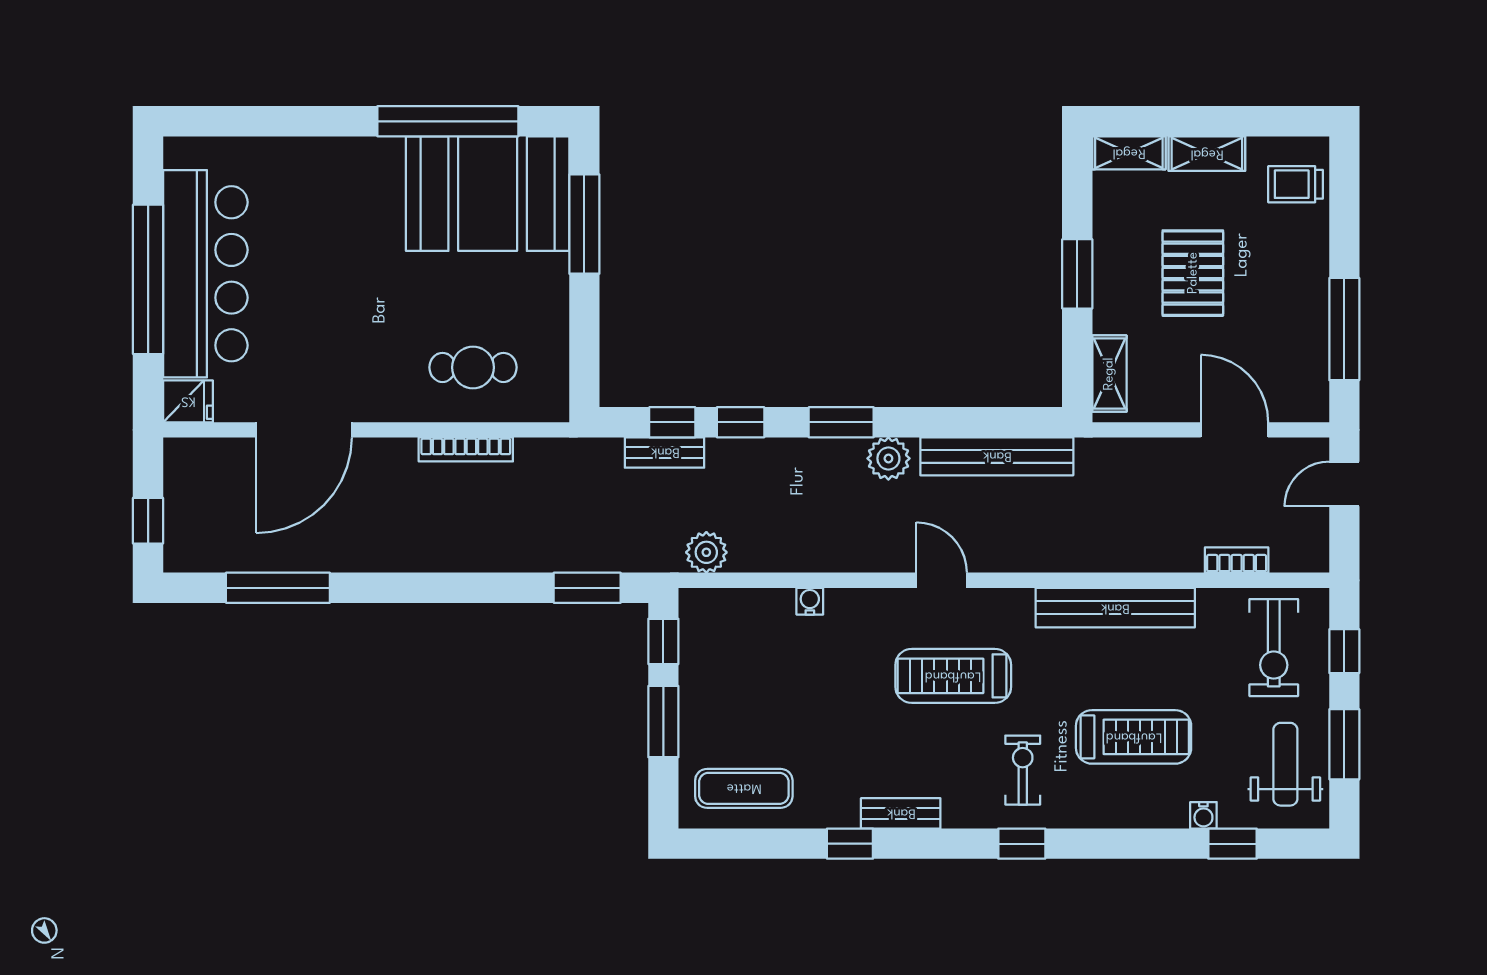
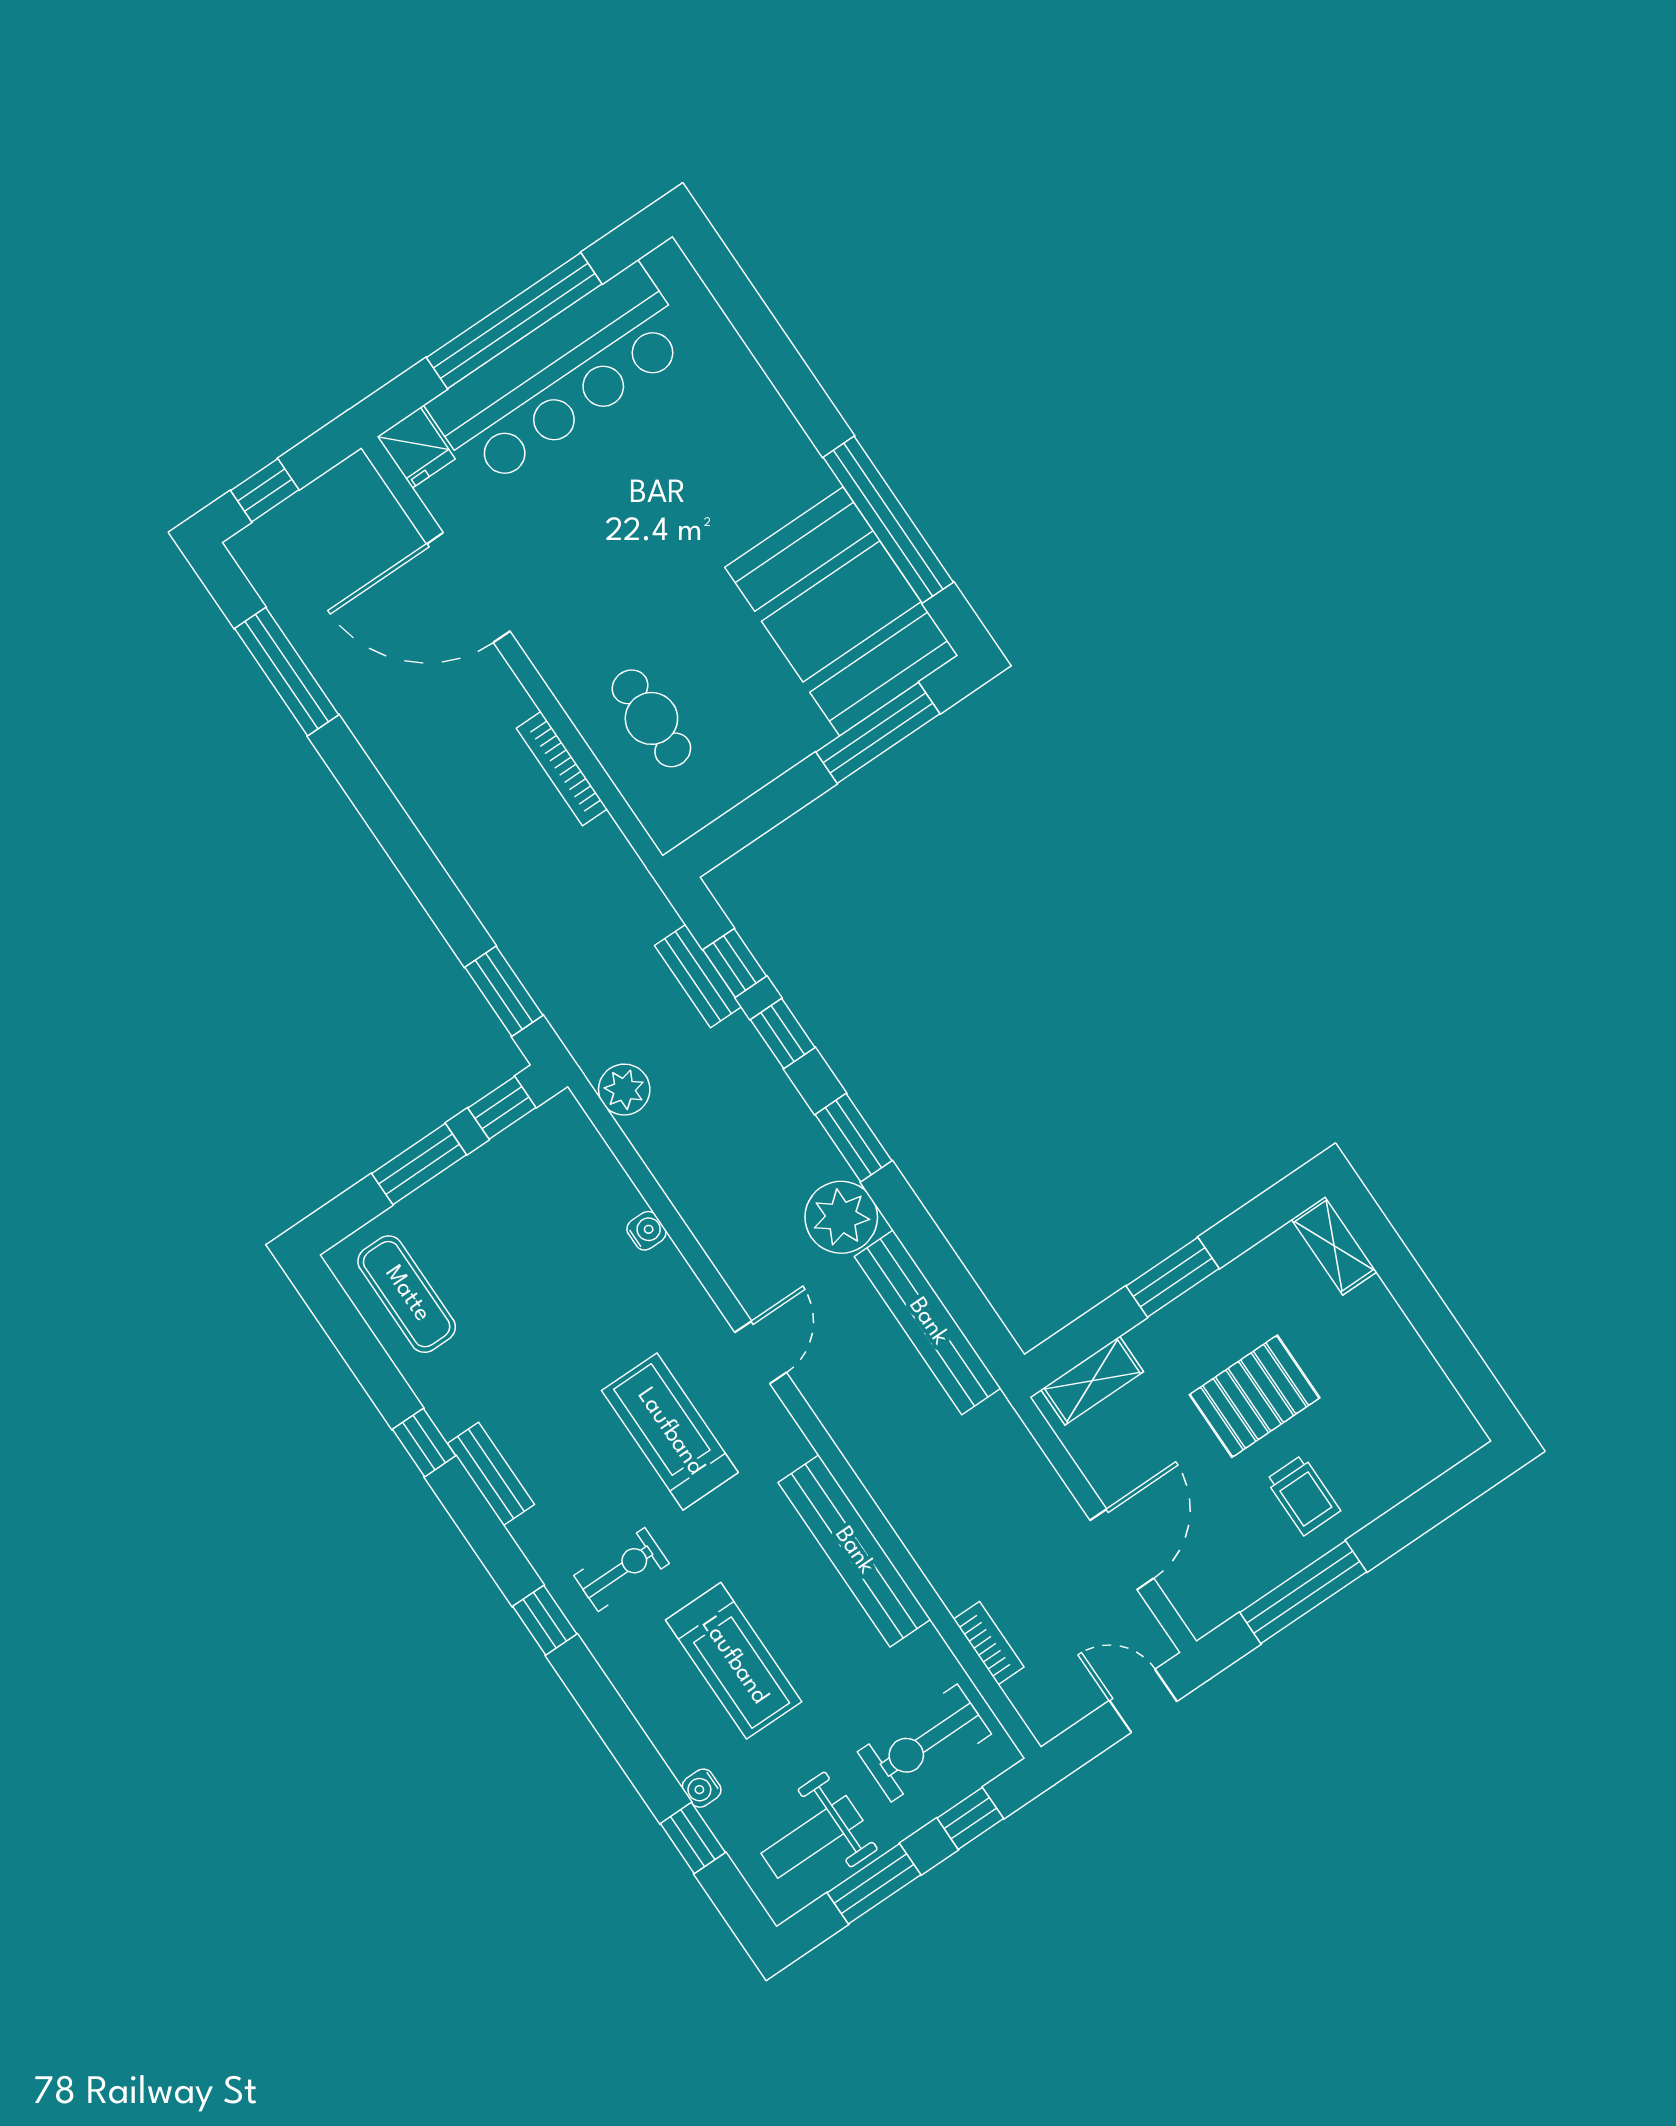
shelving: (1207, 154) -> (1388, 1327), removed
trolley: (1295, 184) -> (1303, 1495), moved, turned 180
plant: (888, 458) -> (841, 1217), width x1.36, depth x1.36
weight bench: (1285, 764) -> (812, 1837), turned 180

